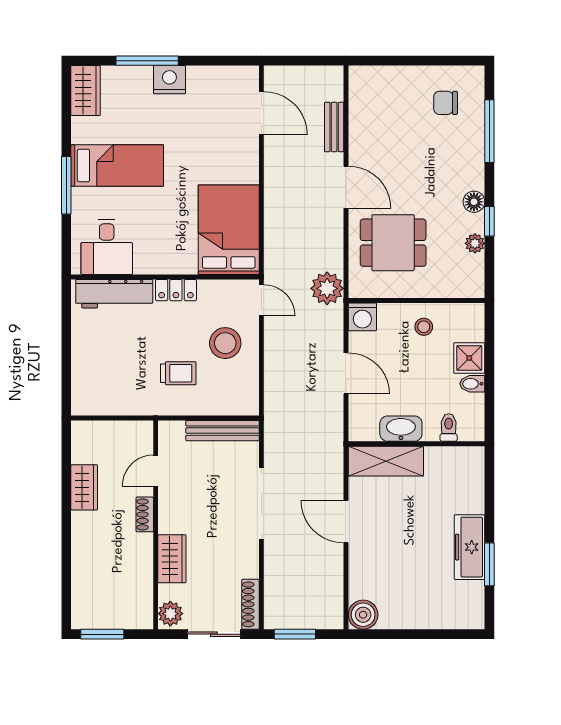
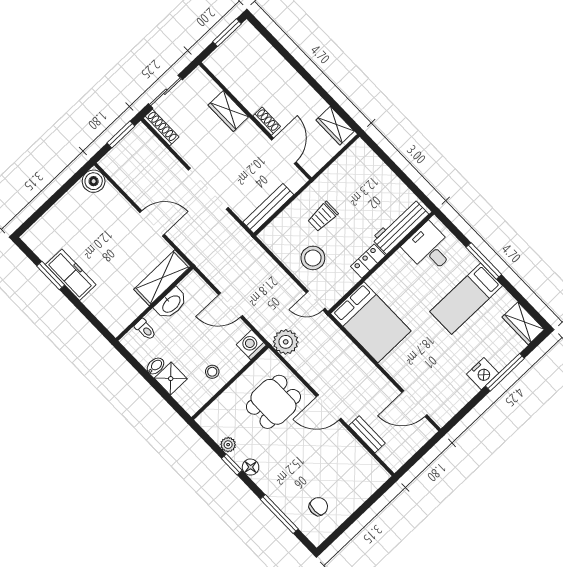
door: (156, 471) -> (284, 151), width x1.38
wardrobe: (84, 487) -> (335, 126), moved
plant: (170, 614) -> (200, 80), removed

